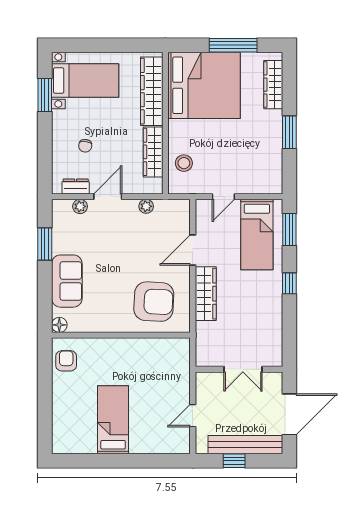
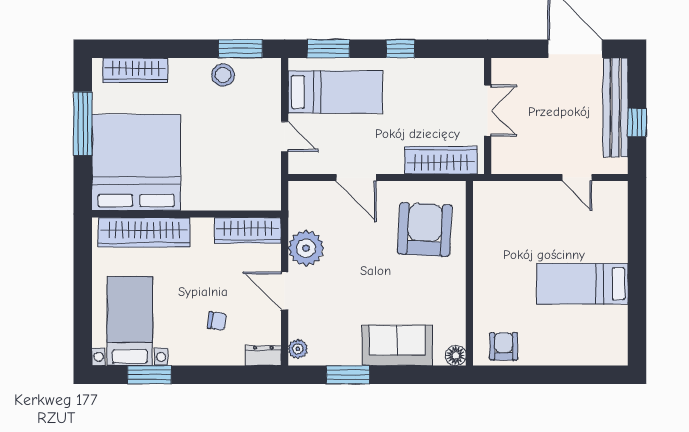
window: (289, 132) -> (240, 49), moved
wardrobe: (153, 152) -> (248, 230), moved
stool: (184, 163) -> (223, 75), moved
dresser: (76, 186) -> (263, 356), moved, turned 90
plant: (80, 206) -> (298, 349), moved
plant: (146, 206) -> (306, 248), width x1.87, depth x1.87
wardrobe: (206, 294) -> (441, 160), moved
armchair: (66, 361) -> (504, 346), turned 90
wall: (239, 369) -> (488, 116), moved
double door: (243, 369) -> (488, 111), moved

